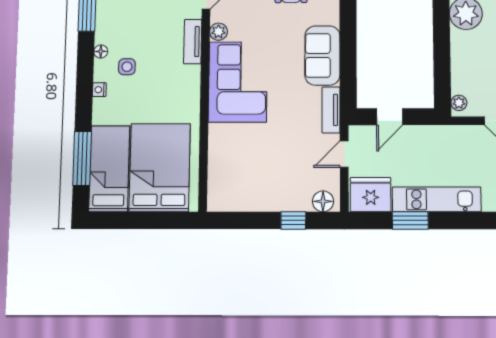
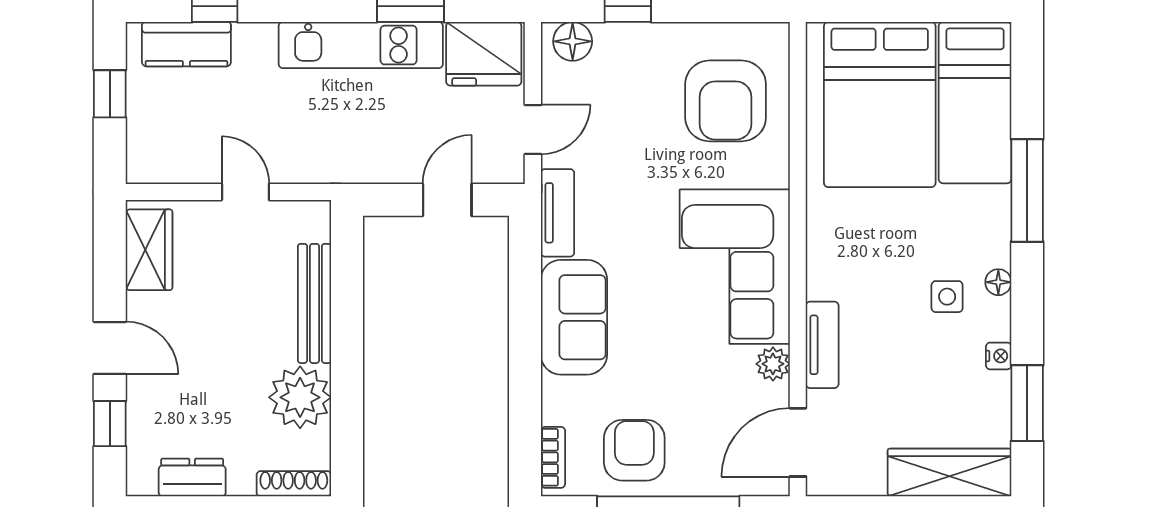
floor lamp: (101, 51) -> (998, 282), moved
bench: (459, 62) -> (314, 303), added
nightstand: (99, 90) -> (999, 356), moved
plant: (459, 103) -> (316, 226), removed
window: (82, 158) -> (1027, 191), moved
armchair: (242, 169) -> (726, 101), added

